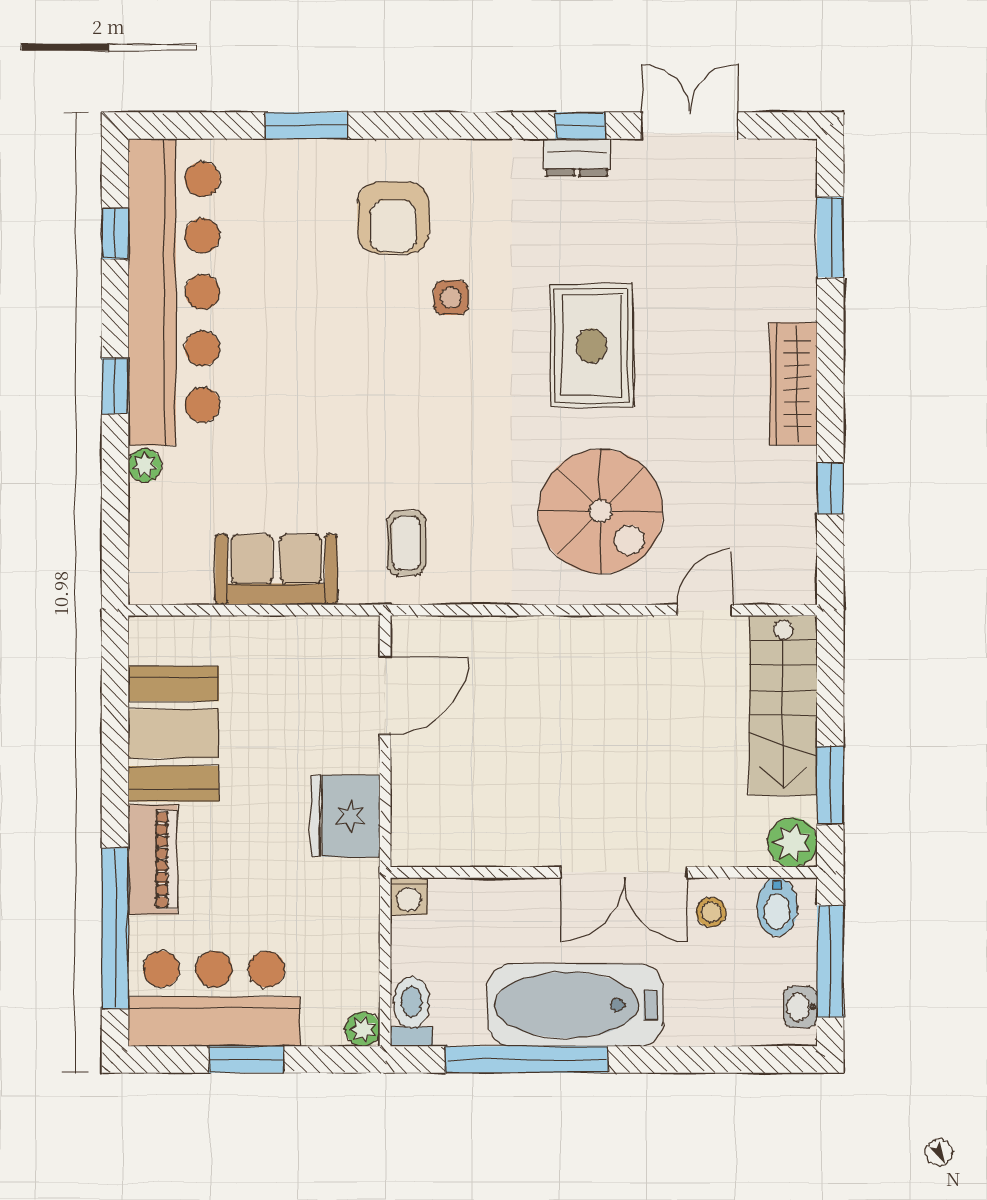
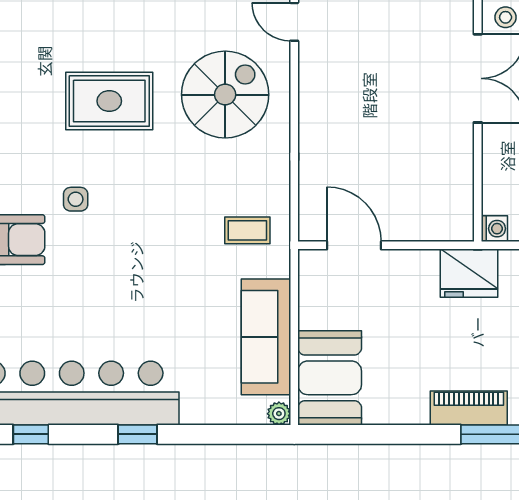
plant: (145, 465) -> (279, 414), moved
sofa: (276, 570) -> (266, 337), width x1.36
booth: (174, 734) -> (330, 378), moved, turned 90
fridge: (345, 816) -> (469, 273), moved

